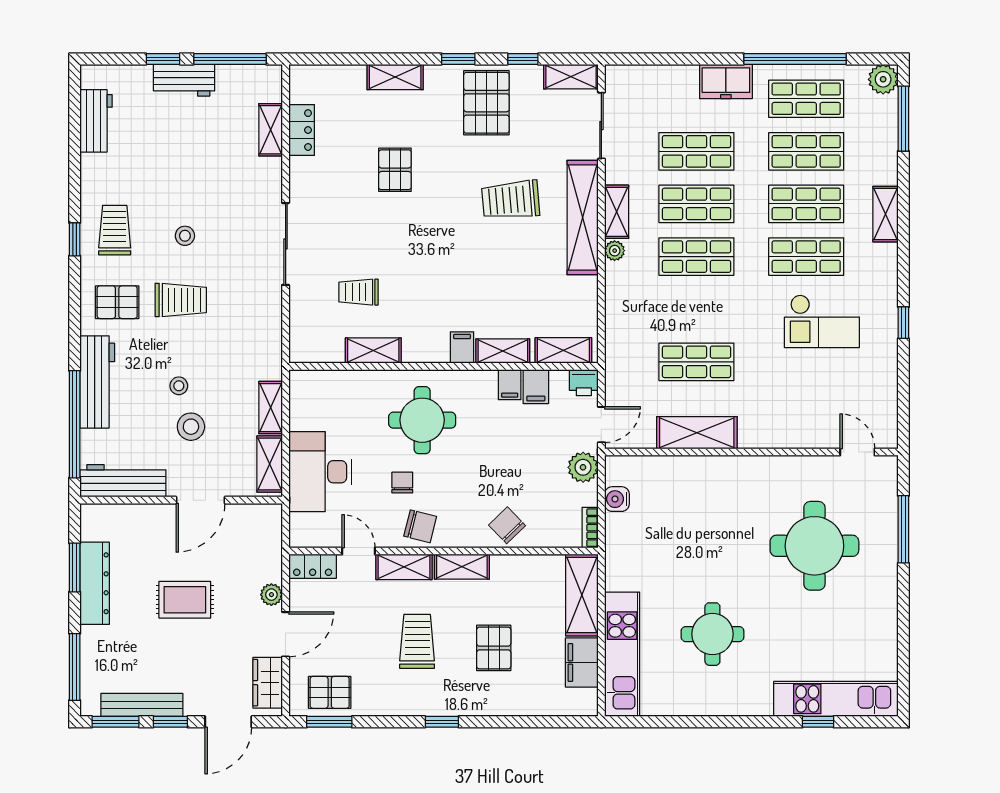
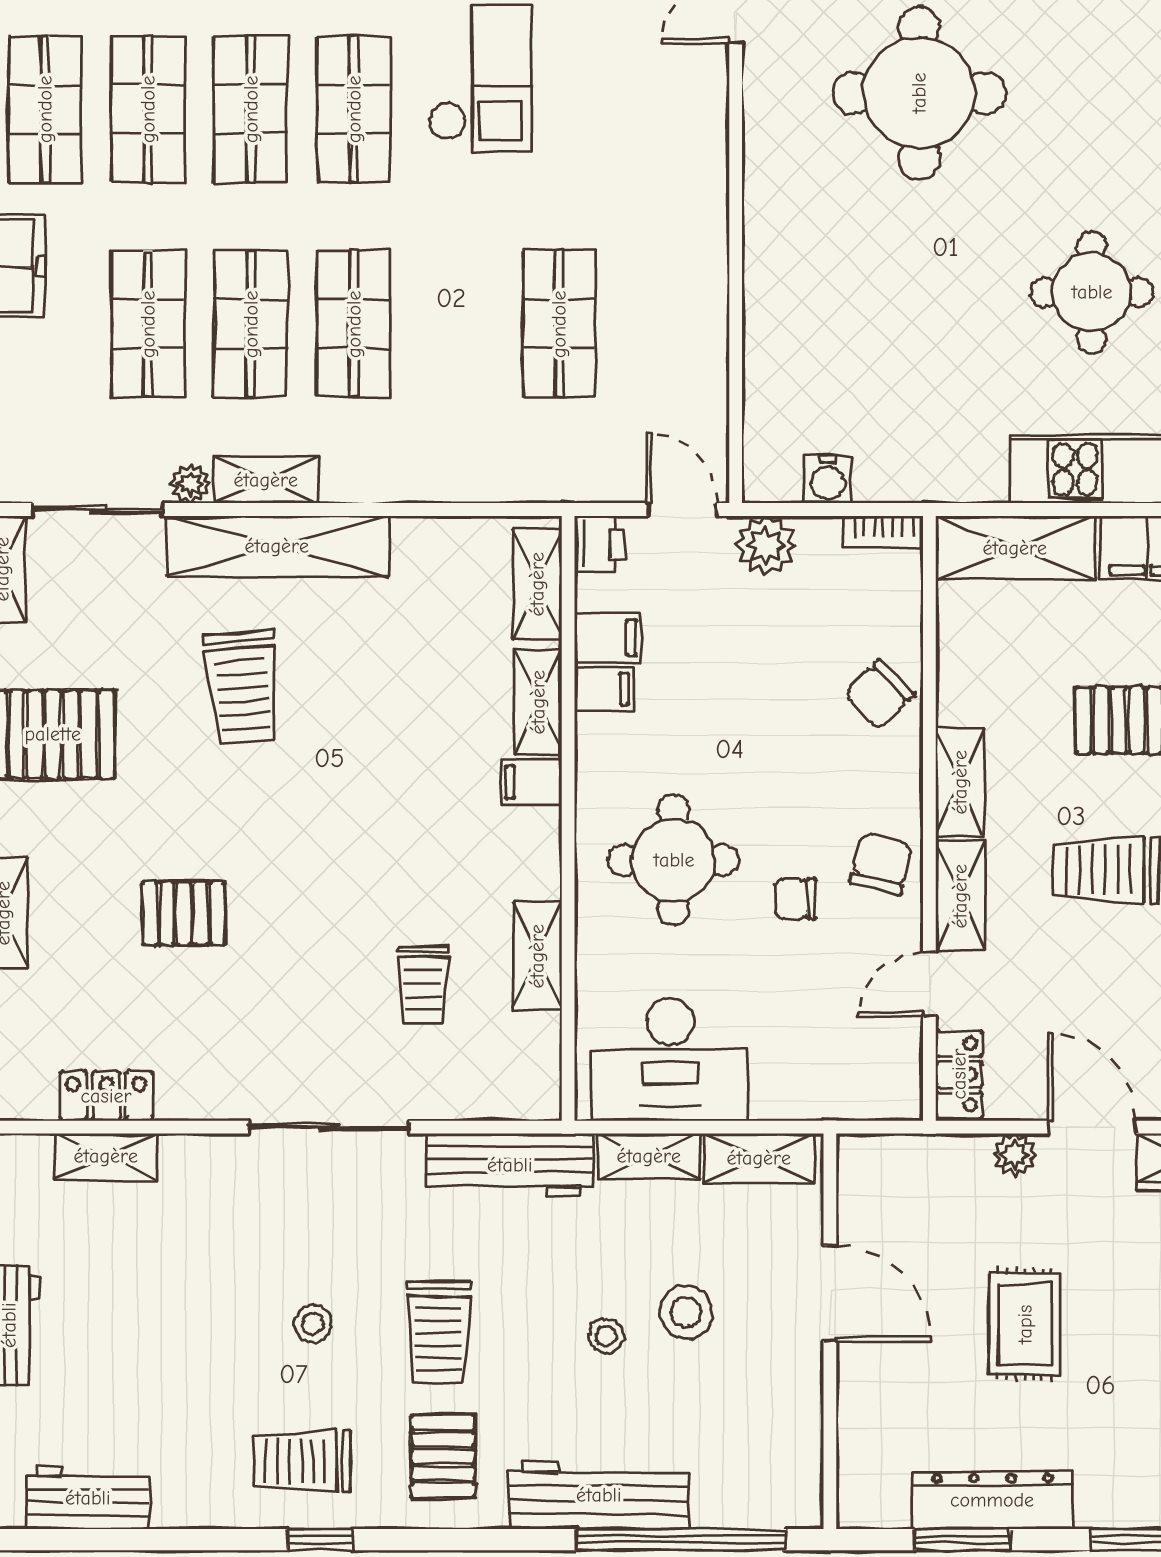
plant: (615, 251) -> (190, 484), moved
trolley: (181, 300) -> (438, 1332), turned 180
shelving: (697, 433) -> (698, 323), removed
desk: (320, 472) -> (670, 1059), moved
workbench: (123, 481) -> (510, 1165), moved, turned -90

